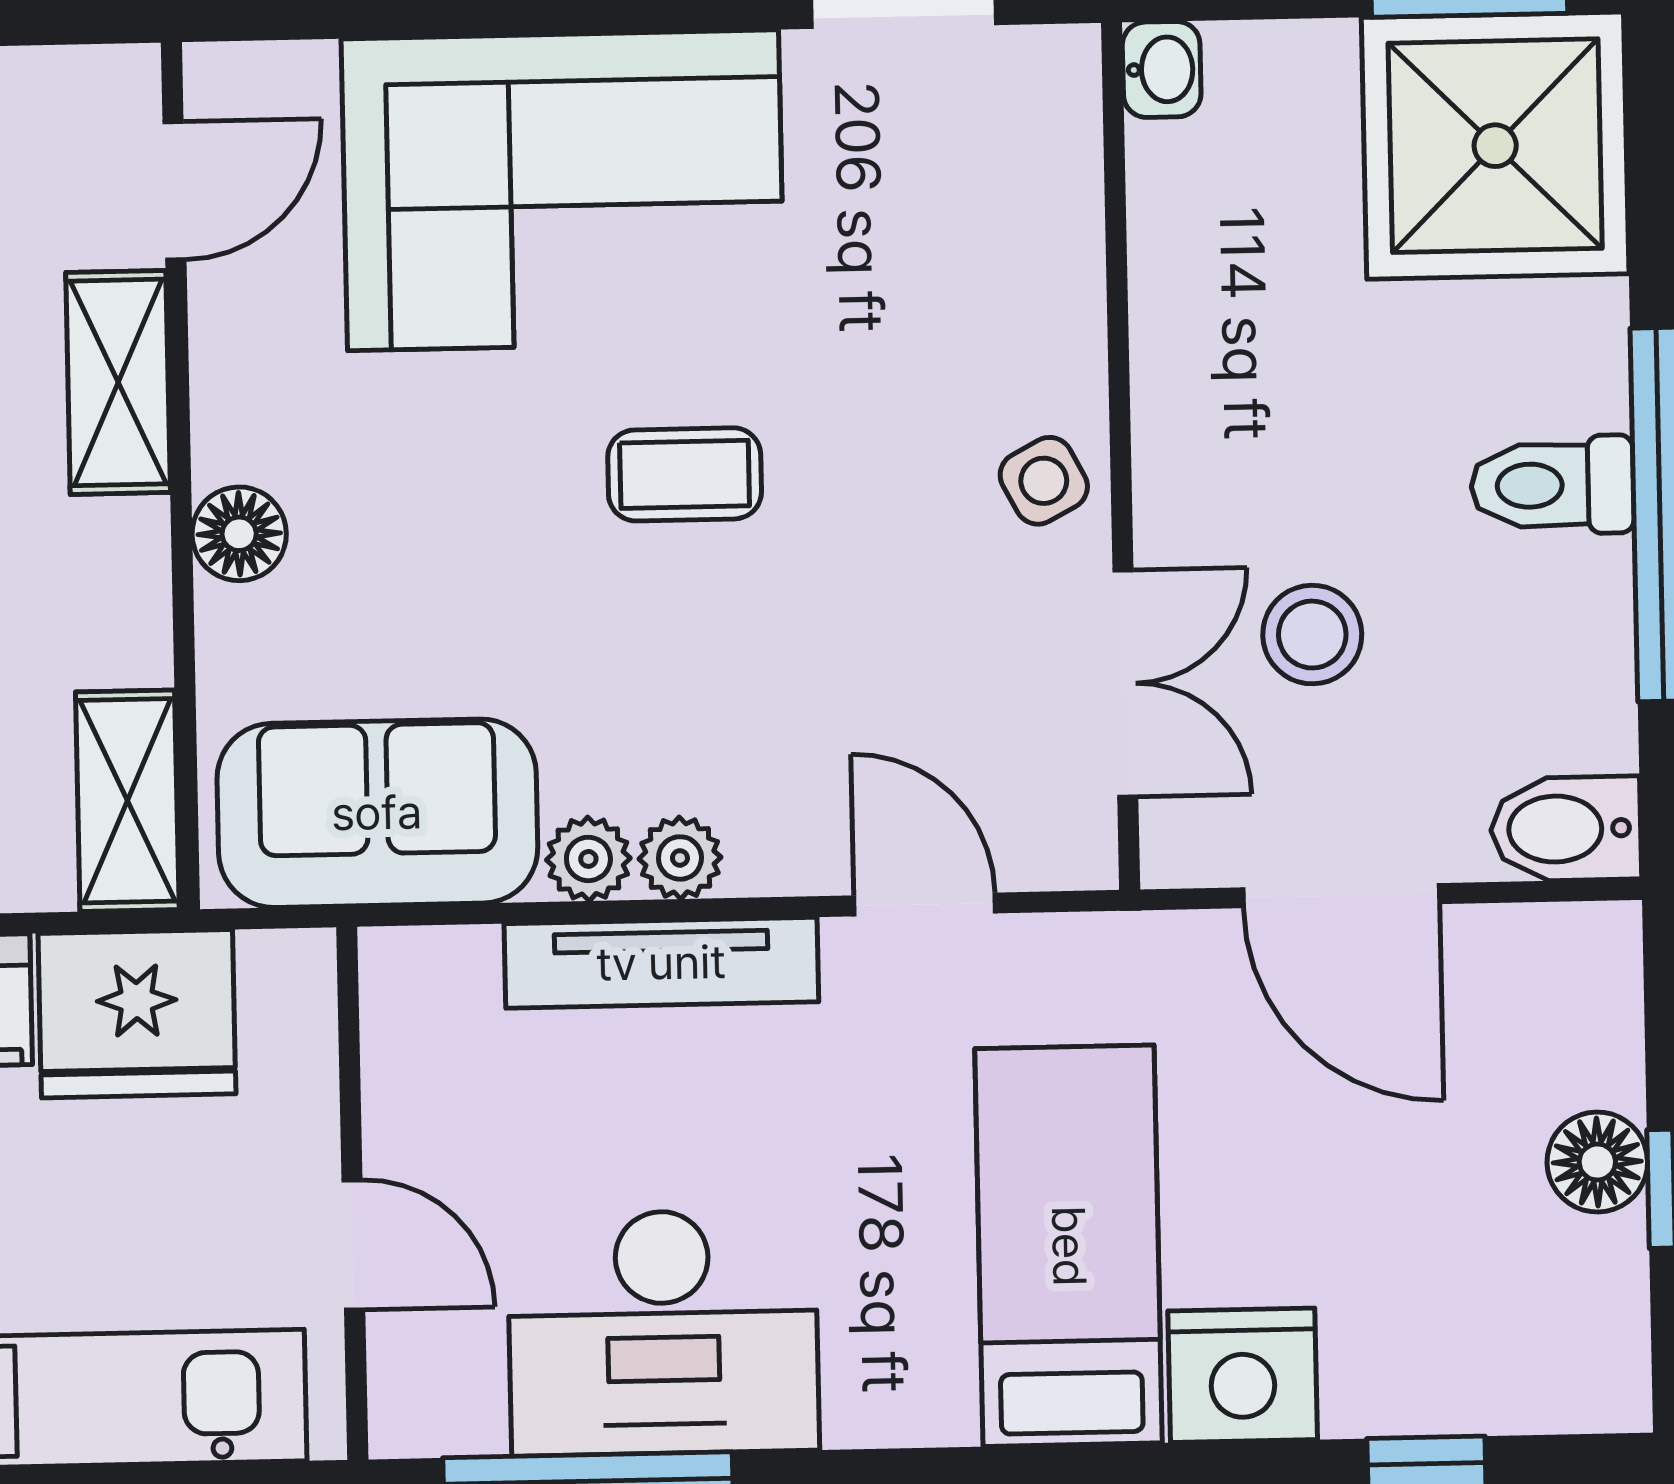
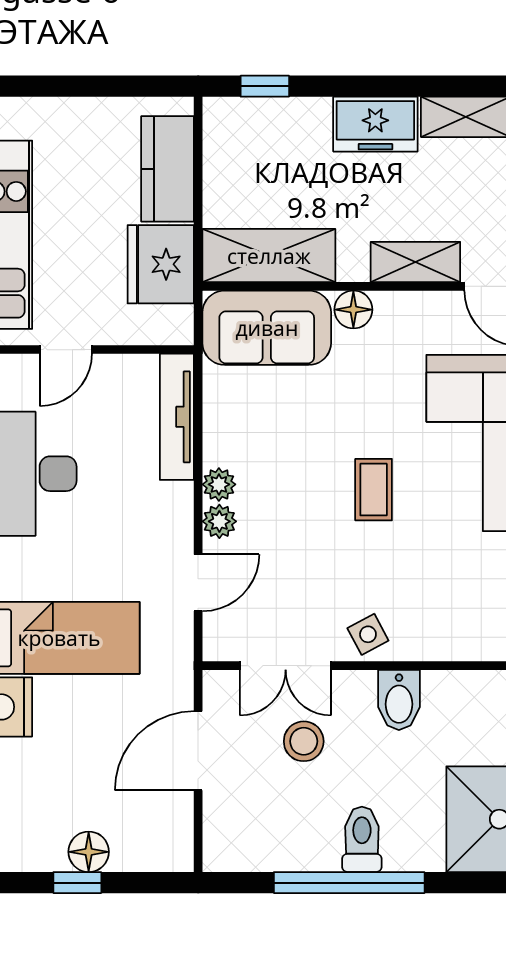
shelving: (127, 801) -> (269, 256), width x1.50, depth x1.33
sofa: (377, 813) -> (267, 328), moved, turned 90
bidet: (1566, 829) -> (399, 700), moved, turned 180
plant: (588, 859) -> (219, 521), moved
tv unit: (661, 963) -> (177, 417), moved

